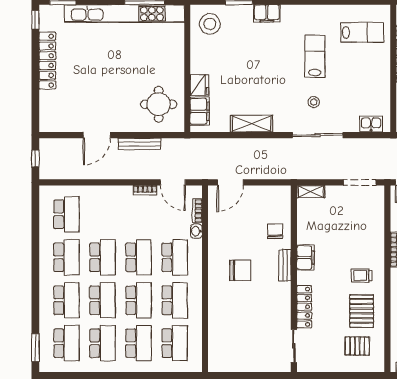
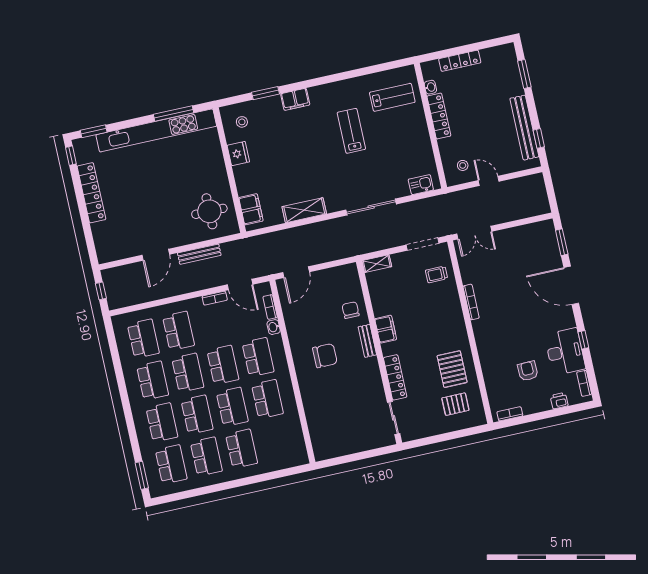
stool: (210, 24) -> (242, 122), width x0.53, depth x0.53
fridge: (199, 85) -> (238, 154), moved
stool: (314, 102) -> (360, 176), removed
trolley: (362, 275) -> (436, 274), moved
school desk: (175, 343) -> (178, 331), moved

